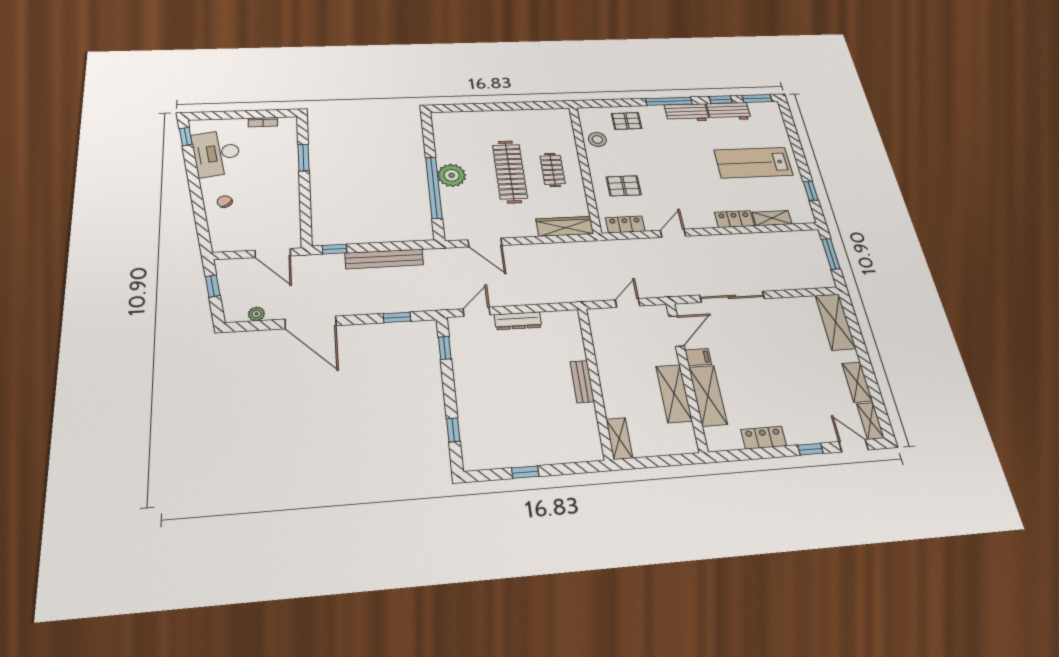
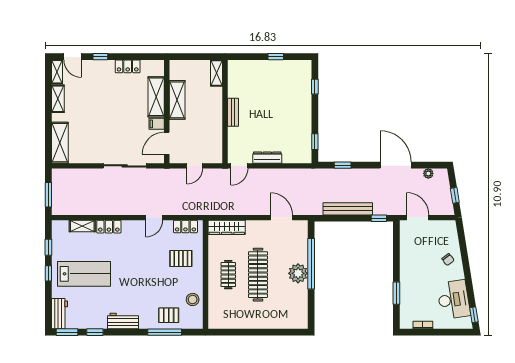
window: (669, 101) -> (165, 332), moved
workbench: (729, 111) -> (59, 314), moved, turned 90
window: (801, 161) -> (48, 273), added
door: (477, 312) -> (239, 166), moved

